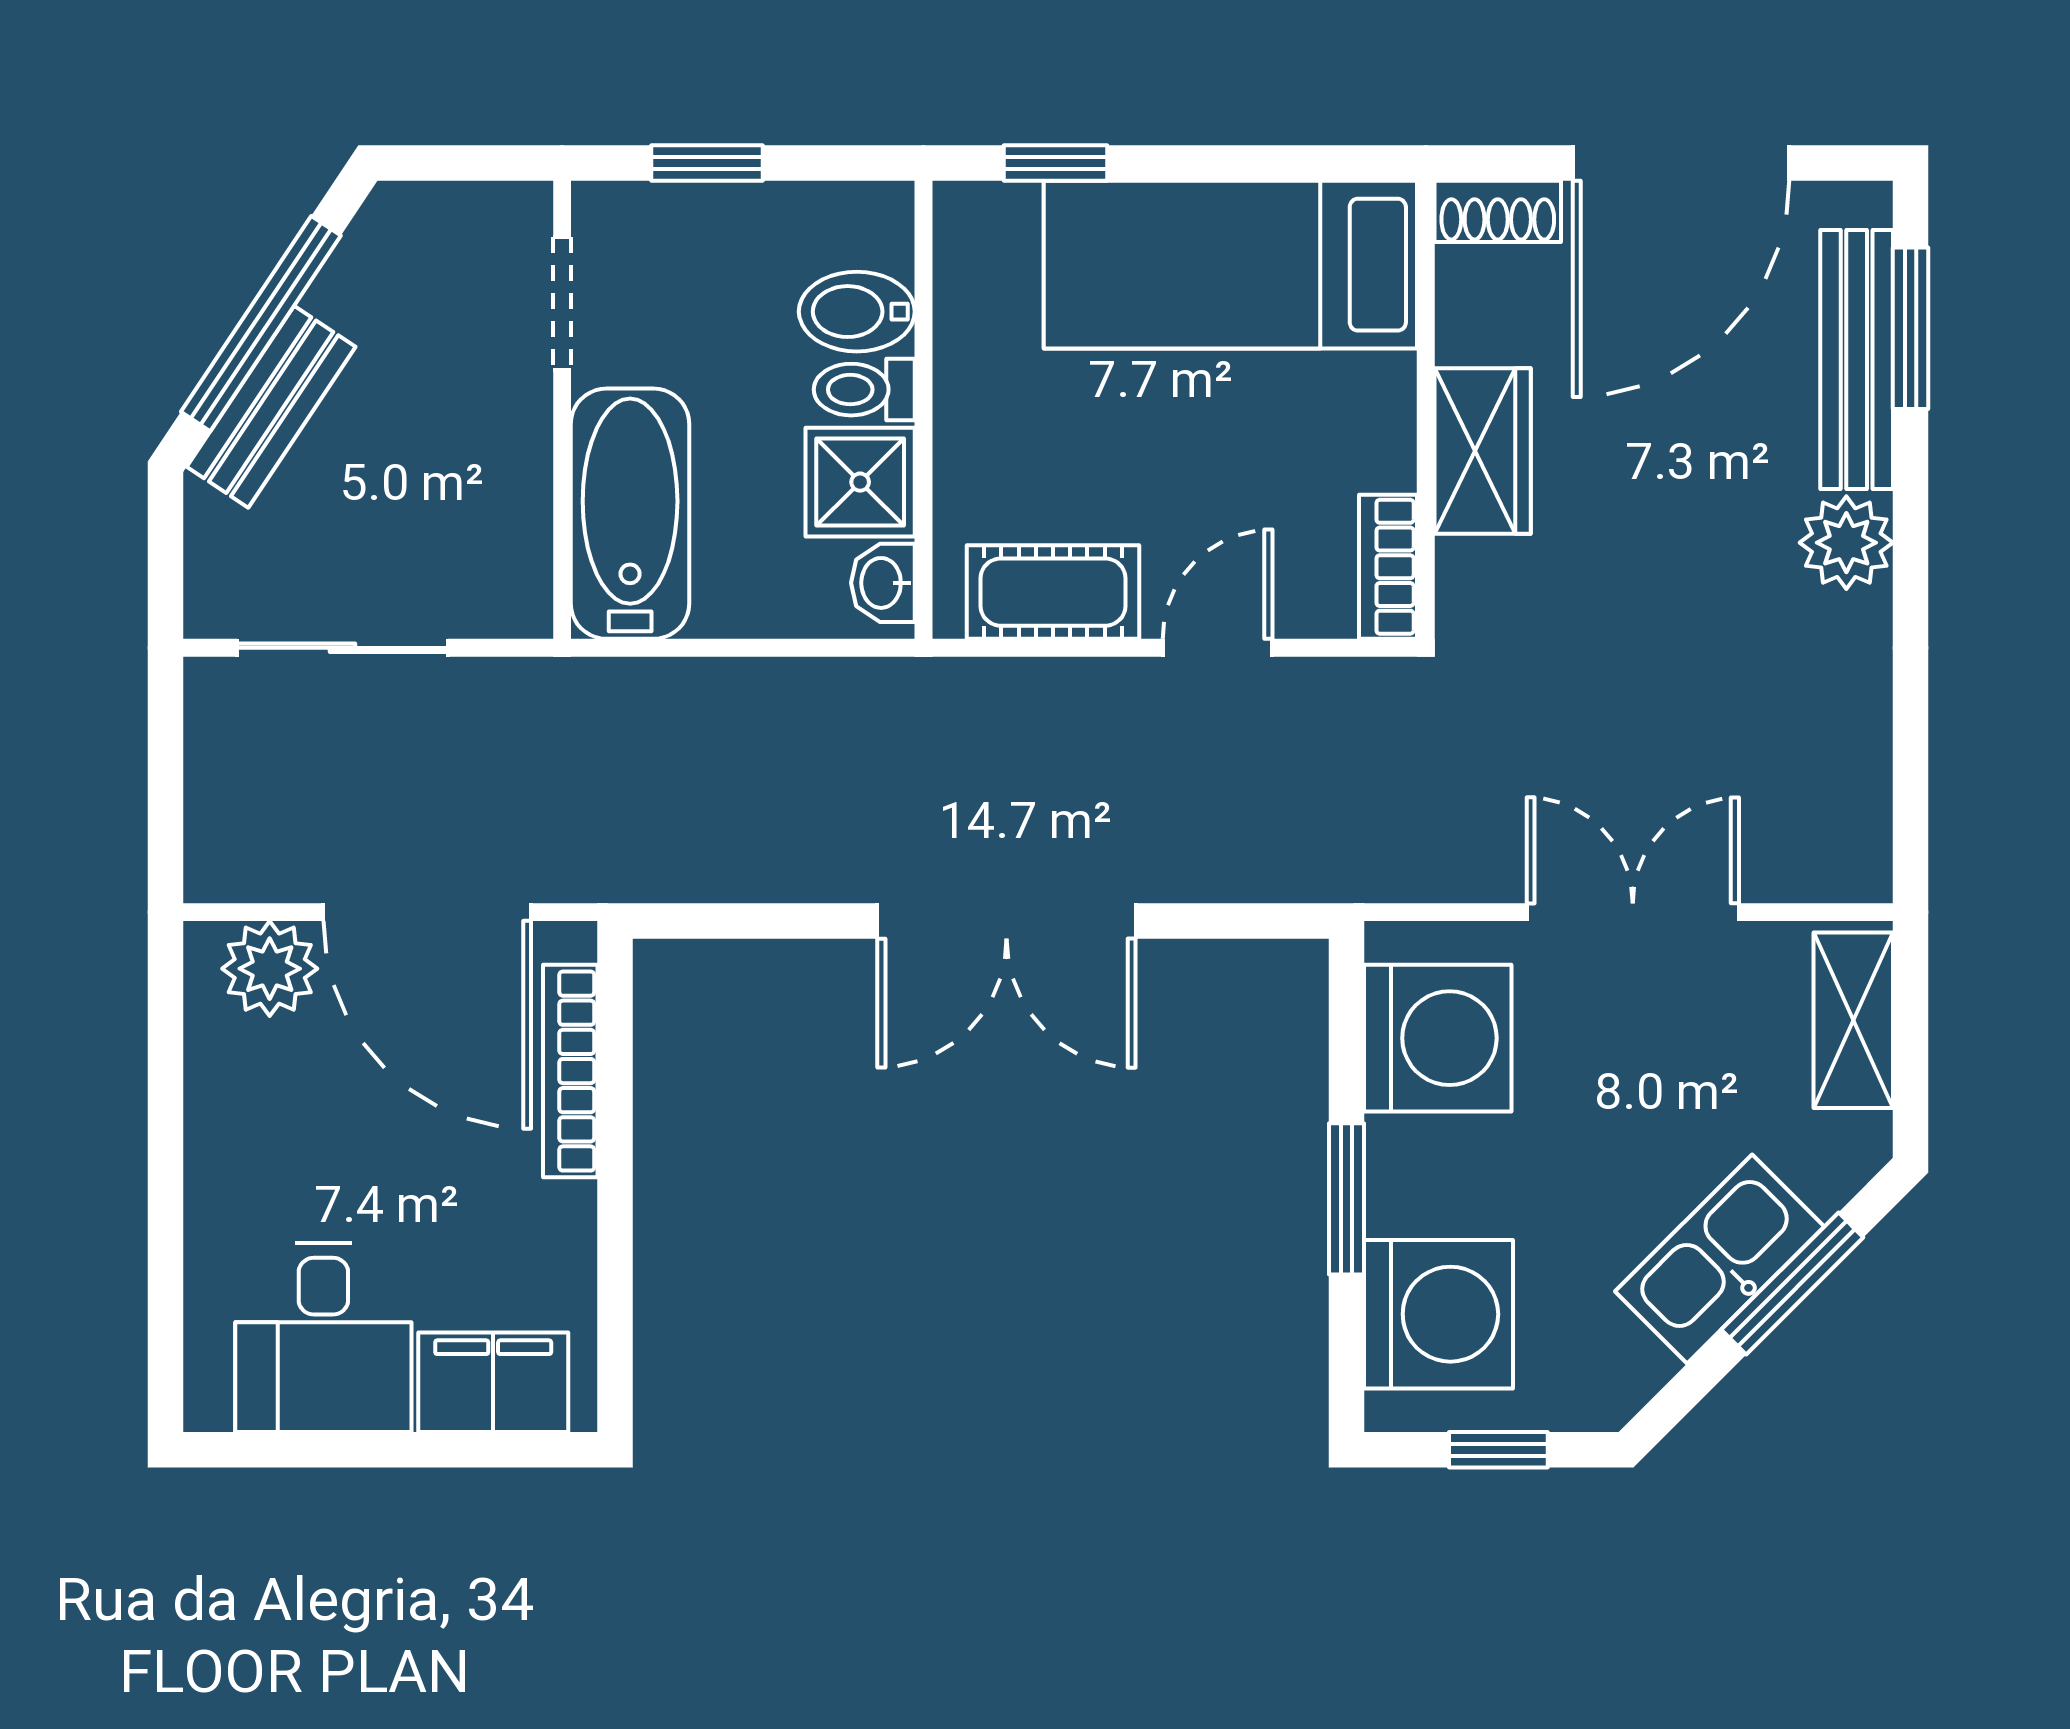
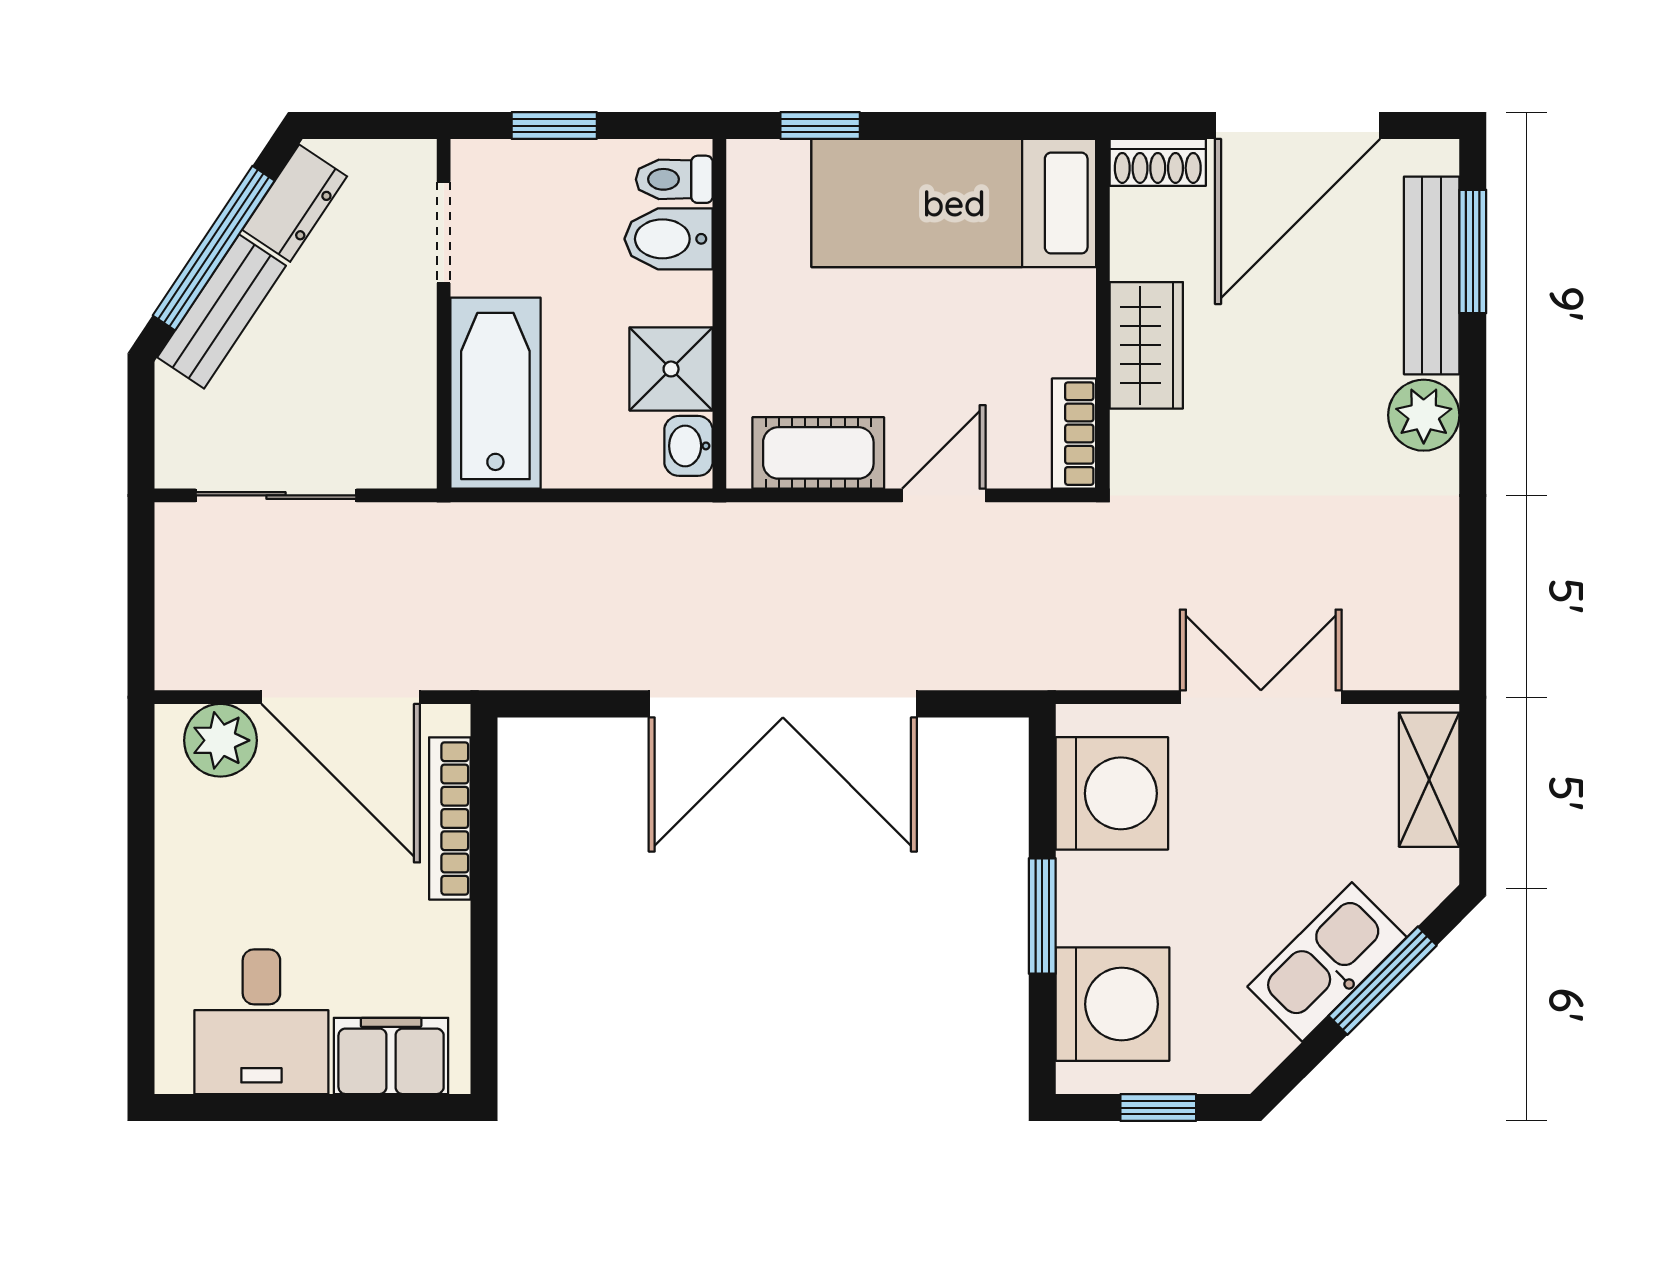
dresser: (367, 265) -> (295, 203), added
toilet: (864, 390) -> (674, 179), moved
double door: (1006, 921) -> (783, 704), width x1.36

